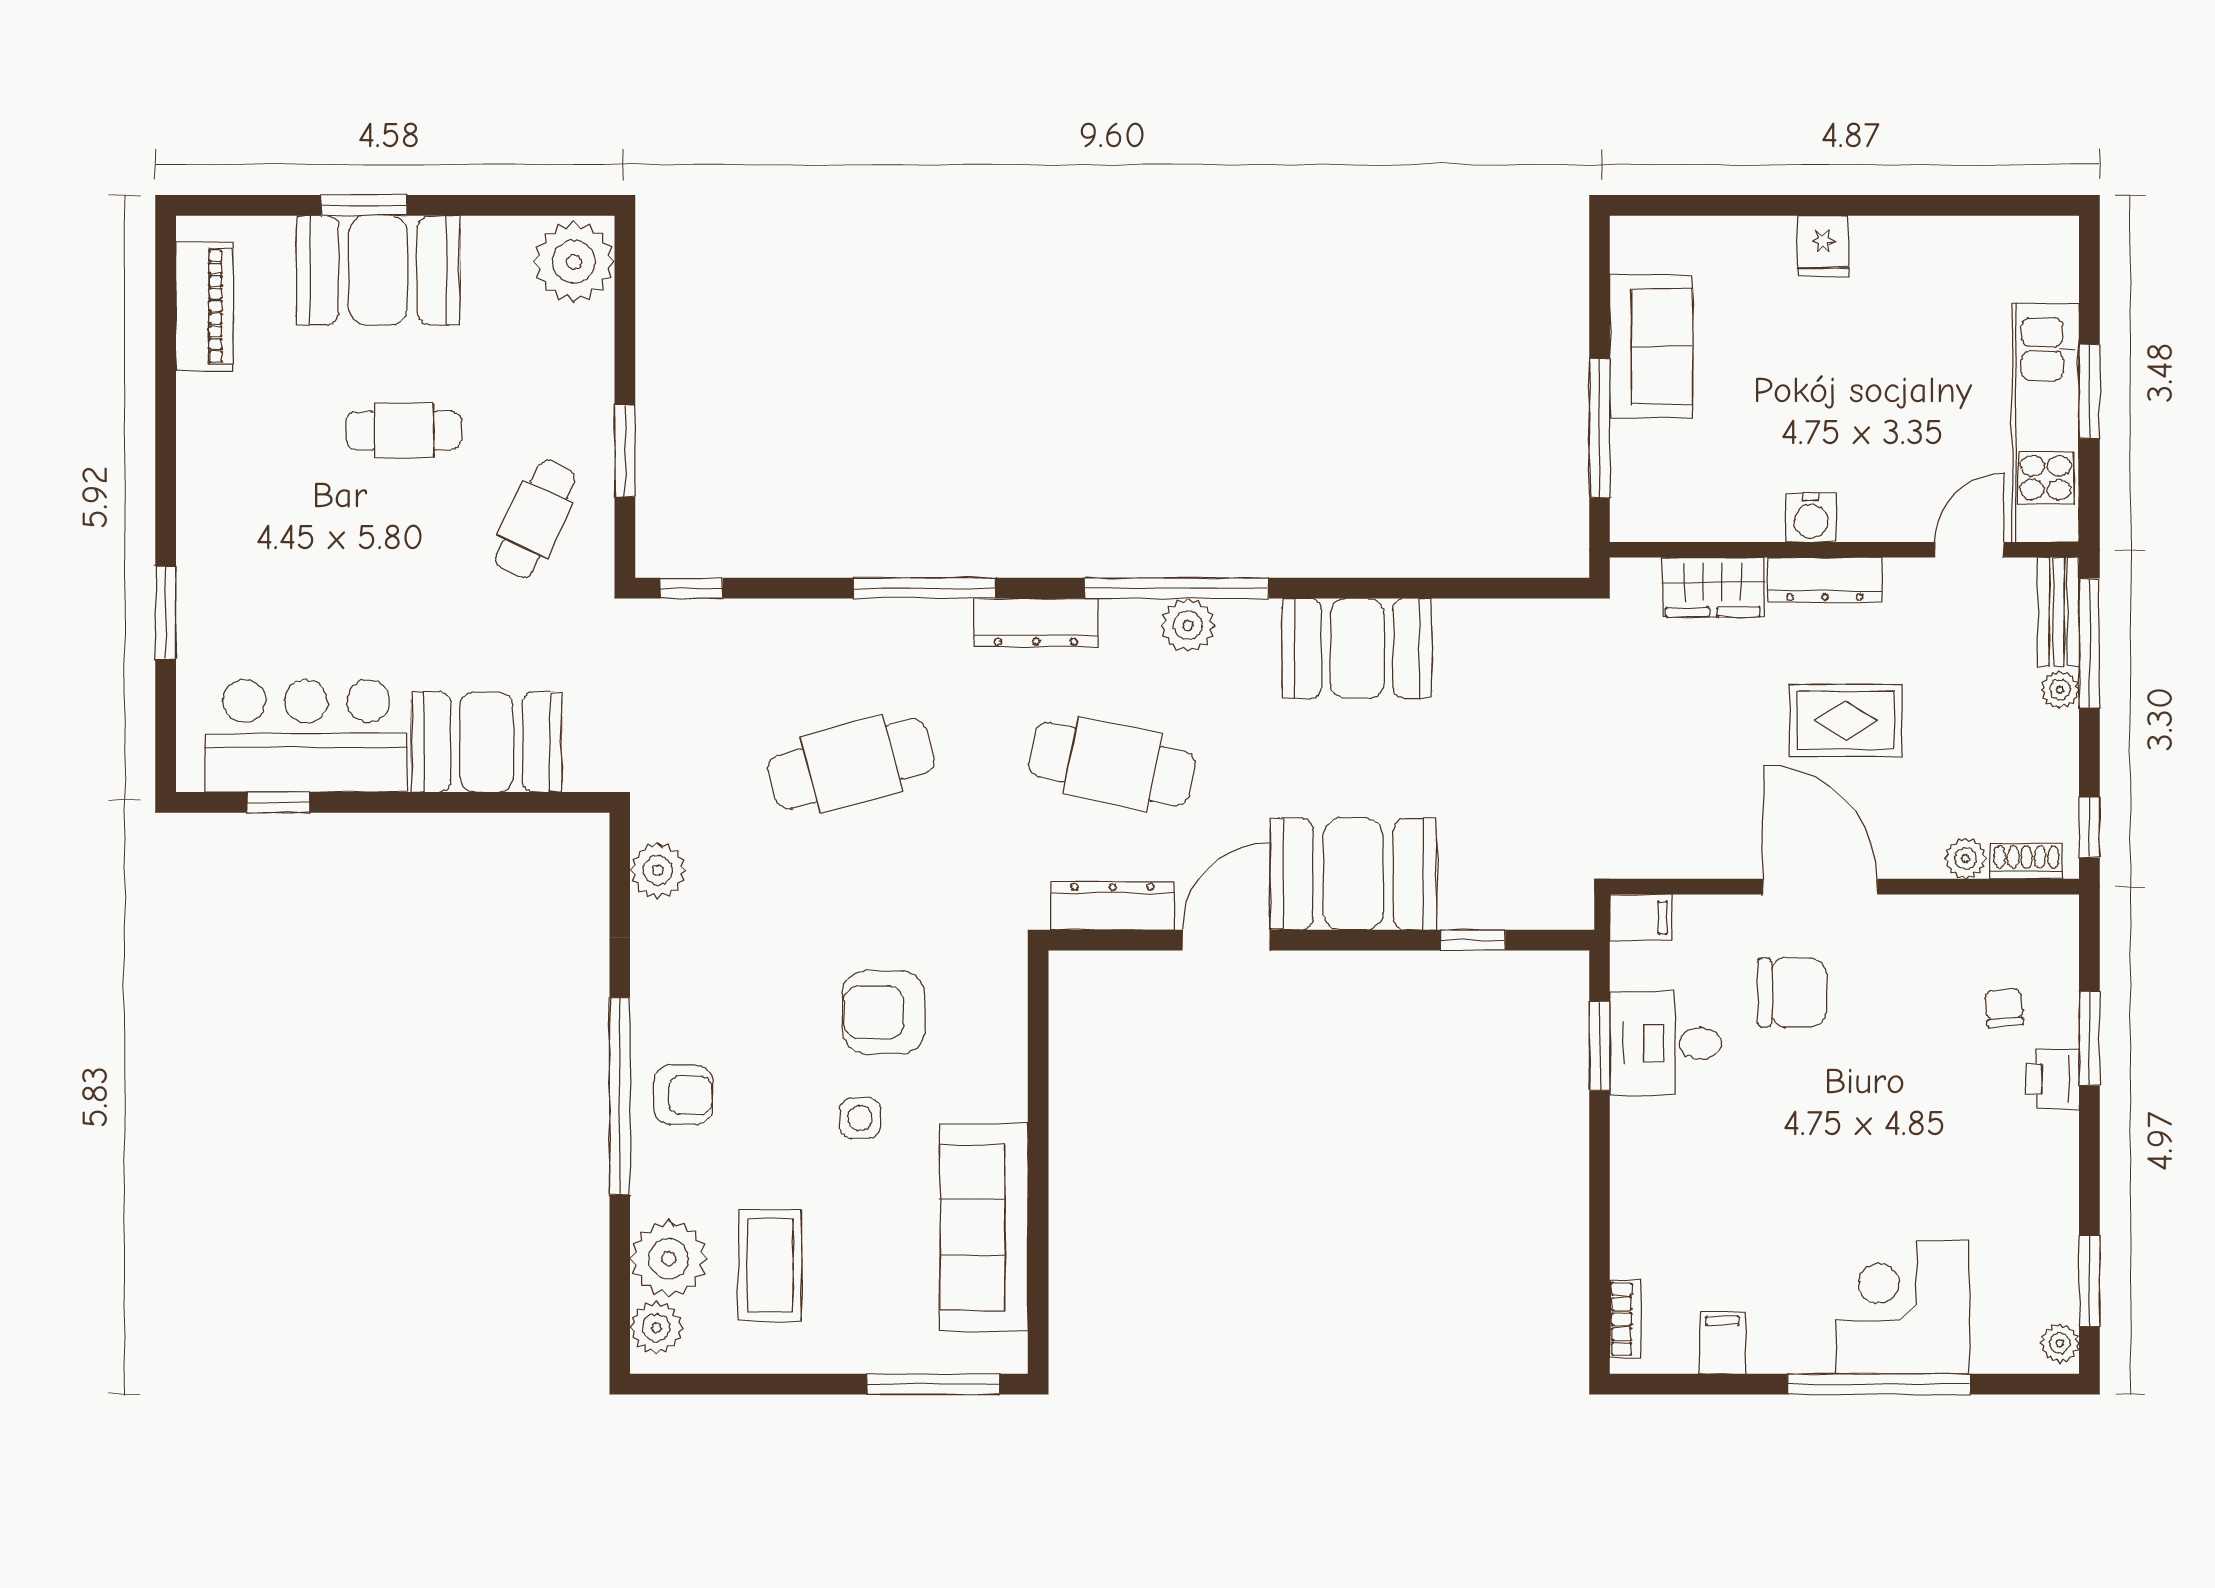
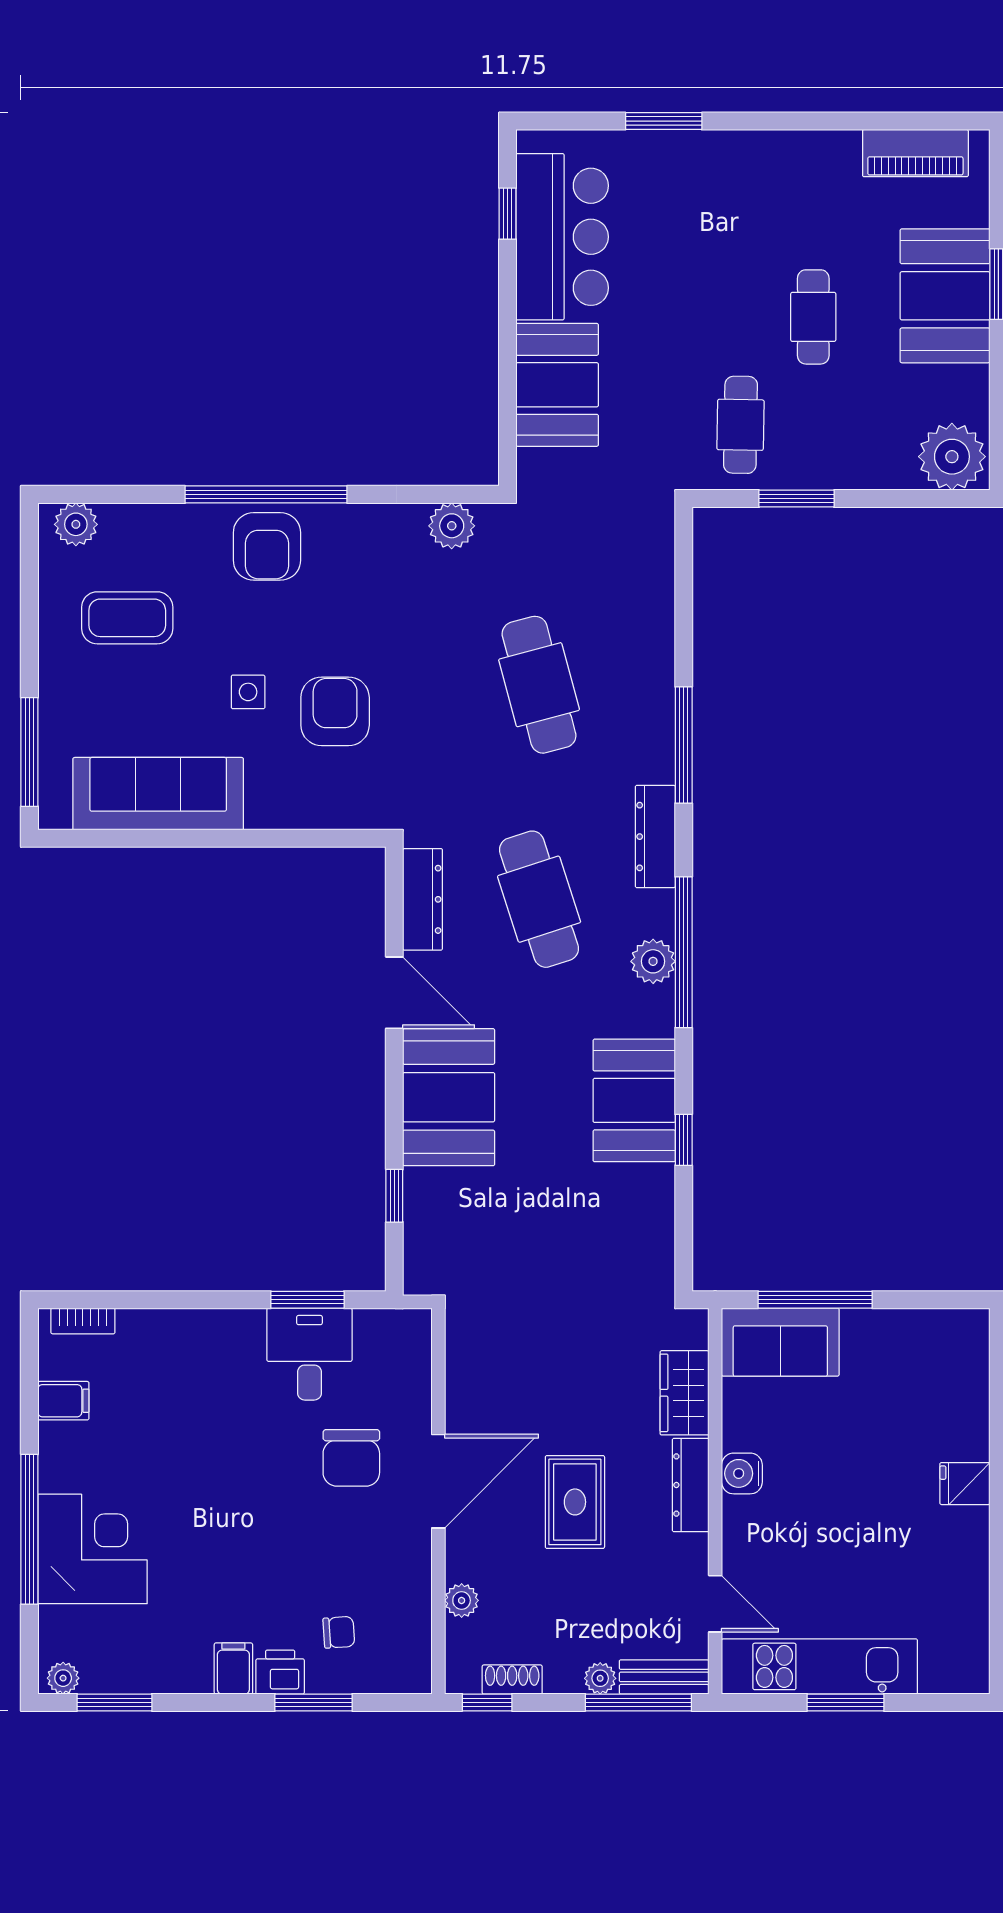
sofa: (1651, 347) -> (780, 1342), moved
cafe table: (535, 519) -> (740, 425), turned 66
window: (691, 588) -> (684, 1140), moved
cafe table: (1112, 764) -> (539, 899), turned -30
shoe rack: (2027, 861) -> (512, 1679), moved, turned -90
filing cabinet: (1641, 918) -> (233, 1668), moved, turned 180
armchair: (683, 1095) -> (267, 546), width x1.38, depth x1.38
plant: (669, 1259) -> (132, 535), removed

